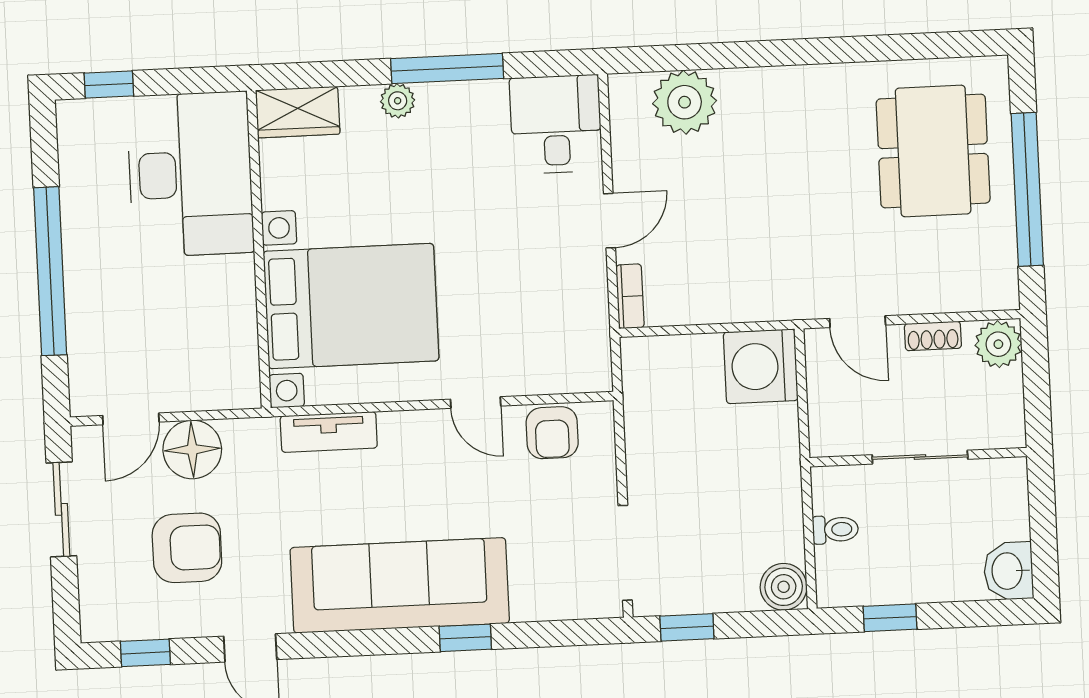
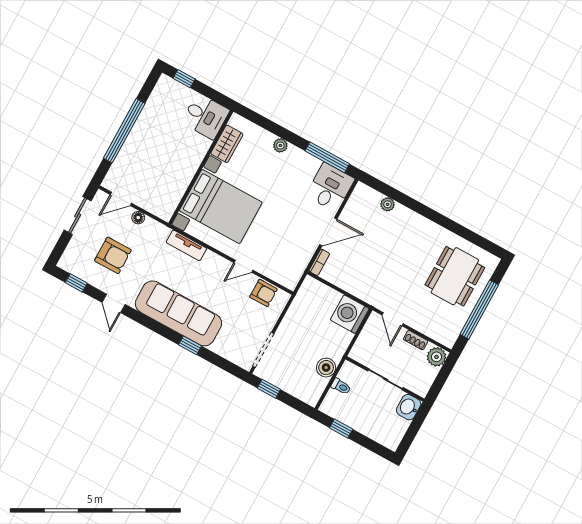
window: (447, 69) -> (327, 157), moved
plant: (685, 102) -> (388, 204), width x0.53, depth x0.53
wardrobe: (298, 112) -> (227, 144), moved, turned -90
desk: (190, 174) -> (206, 116), width x0.53, depth x0.77
door: (610, 221) -> (328, 232), width x1.38
door: (476, 403) -> (243, 266), hinge flipped
armchair: (552, 433) -> (263, 293), turned -90
floor lamp: (192, 449) -> (138, 218), width x0.53, depth x0.53
washbasin: (1008, 571) -> (409, 407), moved
boiler: (784, 587) -> (326, 368), moved

